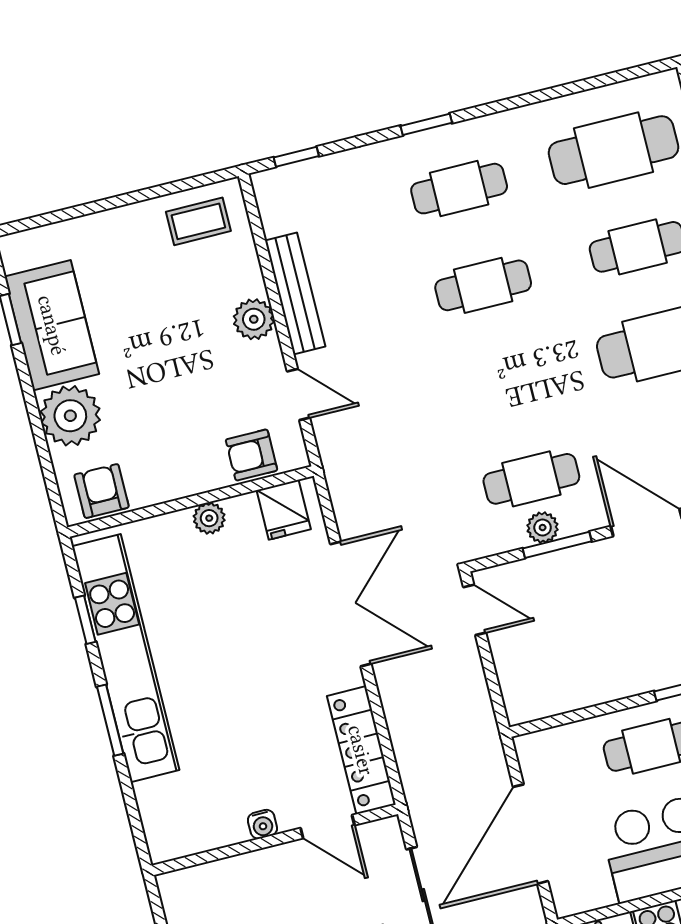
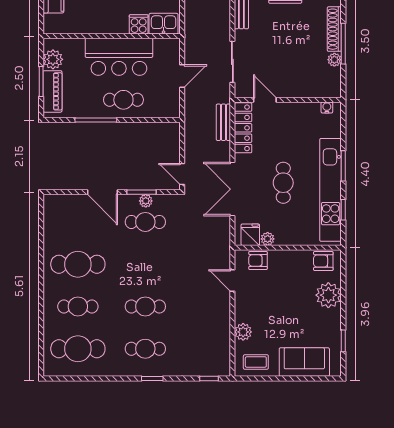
bench: (295, 293) -> (223, 122), moved, width x0.73
plant: (254, 319) -> (243, 332), moved
sofa: (52, 325) -> (304, 362), moved, turned 90
armchair: (251, 455) -> (258, 260), turned 180
armchair: (102, 491) -> (323, 261), turned 90
plant: (209, 518) -> (268, 239), moved
cafe table: (238, 647) -> (283, 183), added
water cooler: (262, 824) -> (327, 108), moved
door: (531, 834) -> (182, 76), width x0.53

